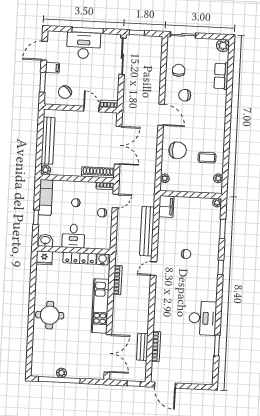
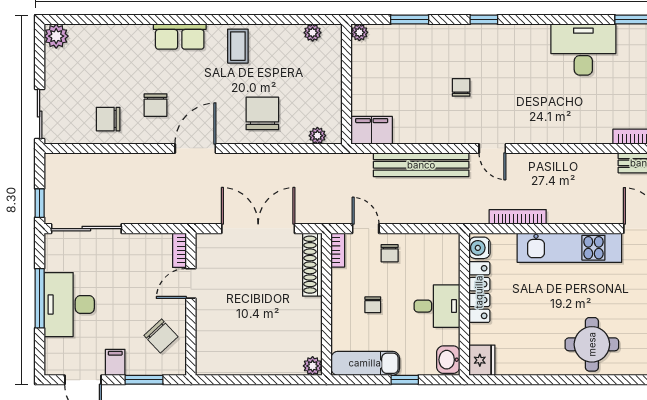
row of seats: (221, 76) -> (180, 37), moved
bench: (48, 141) -> (256, 364), removed
coffee table: (207, 158) -> (238, 46), moved

